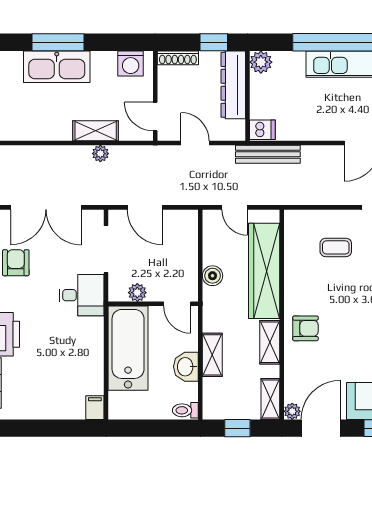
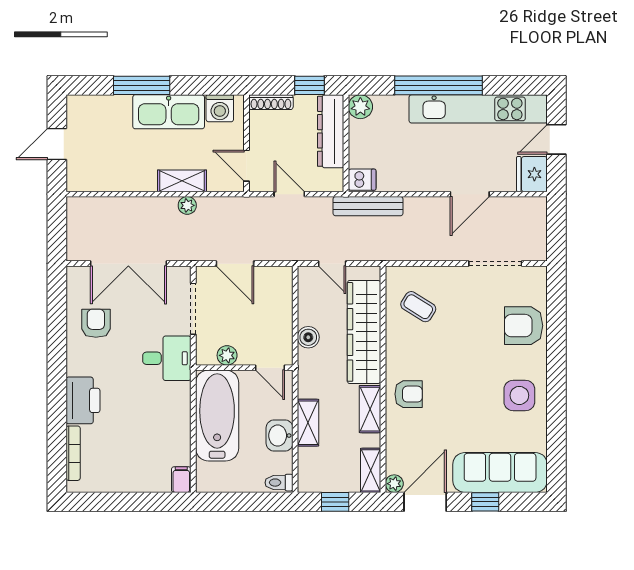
kitchen sink: (57, 67) -> (169, 112), moved
coffee table: (336, 247) -> (418, 307), moved, turned 32

